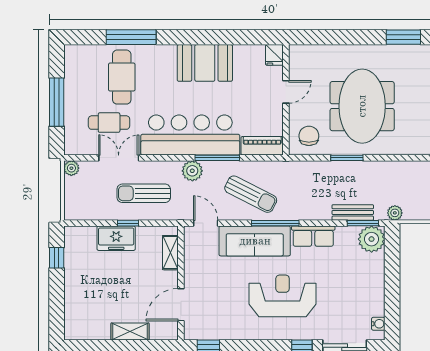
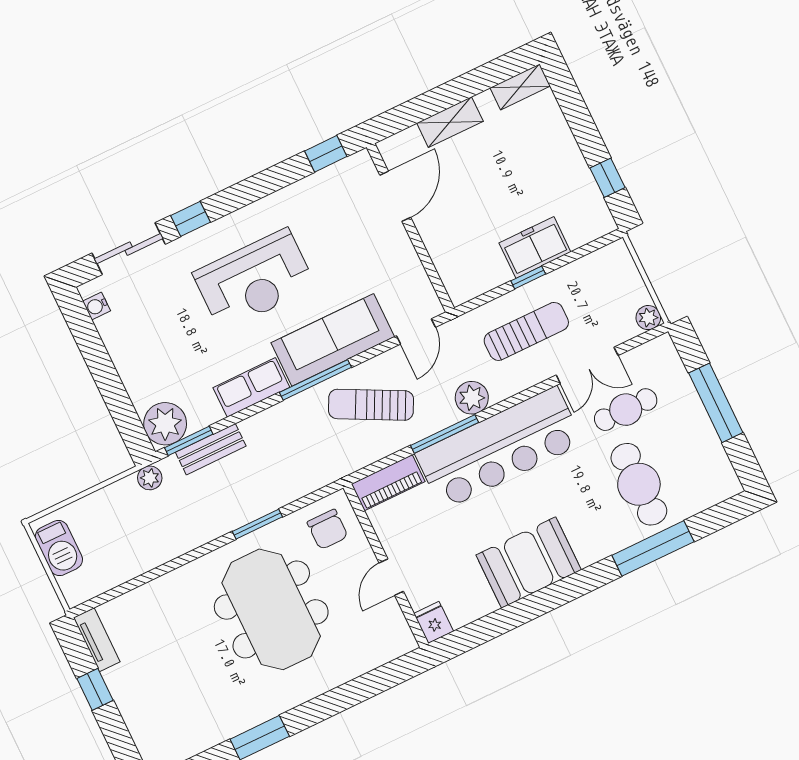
door: (206, 223) -> (416, 332), hinge flipped
shelving: (170, 253) -> (520, 87), moved, turned 90

